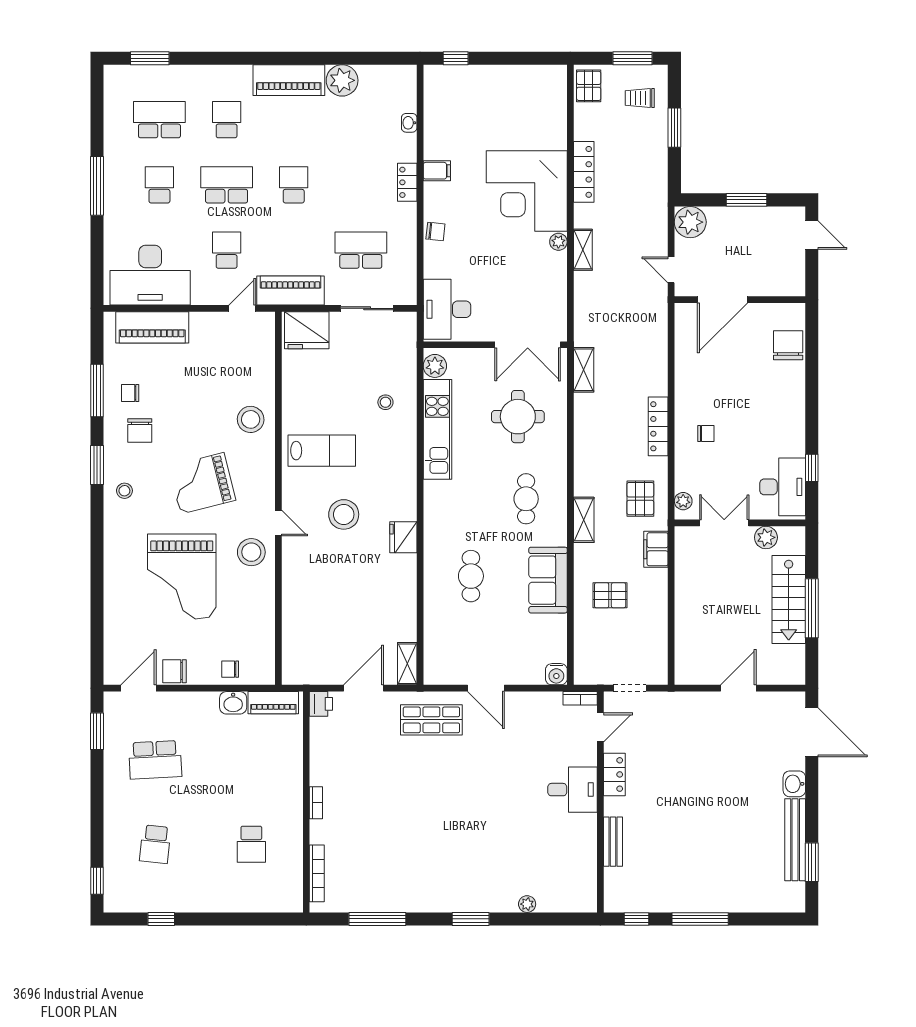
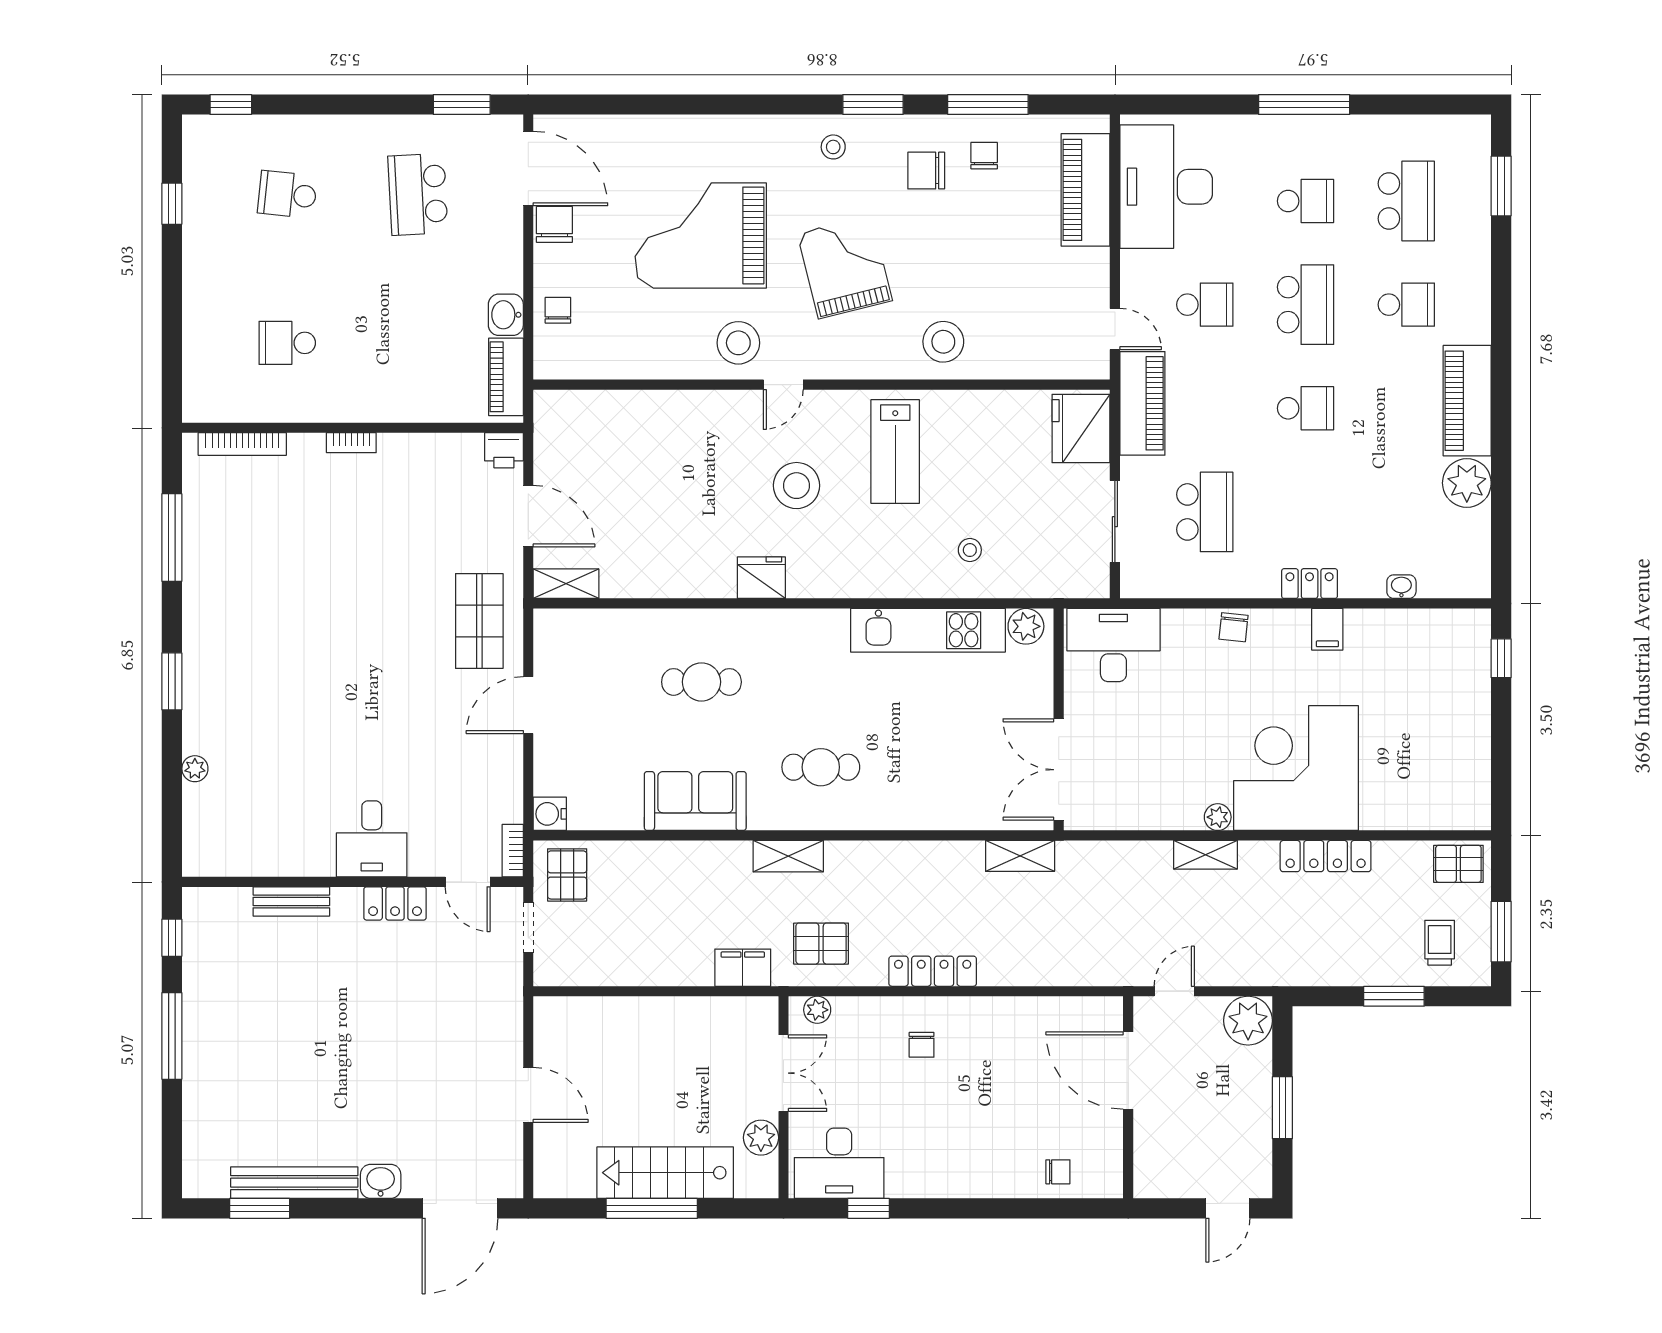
chair: (788, 345) -> (1058, 1172), width x0.54, depth x0.54
round table: (518, 417) -> (948, 754), removed
pallet: (610, 595) -> (567, 875), moved
door: (138, 688) -> (528, 169), width x1.36

